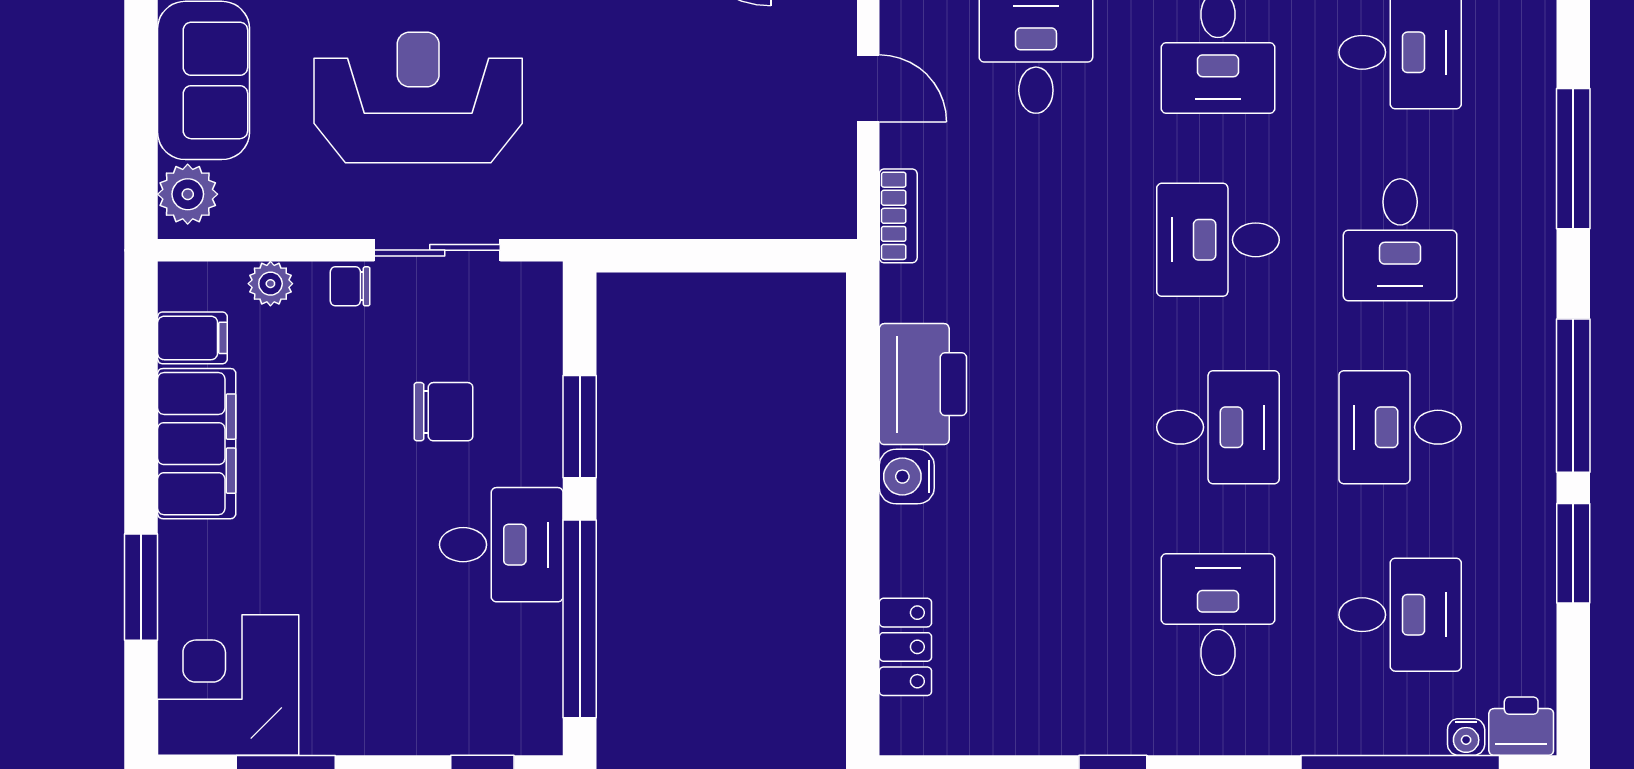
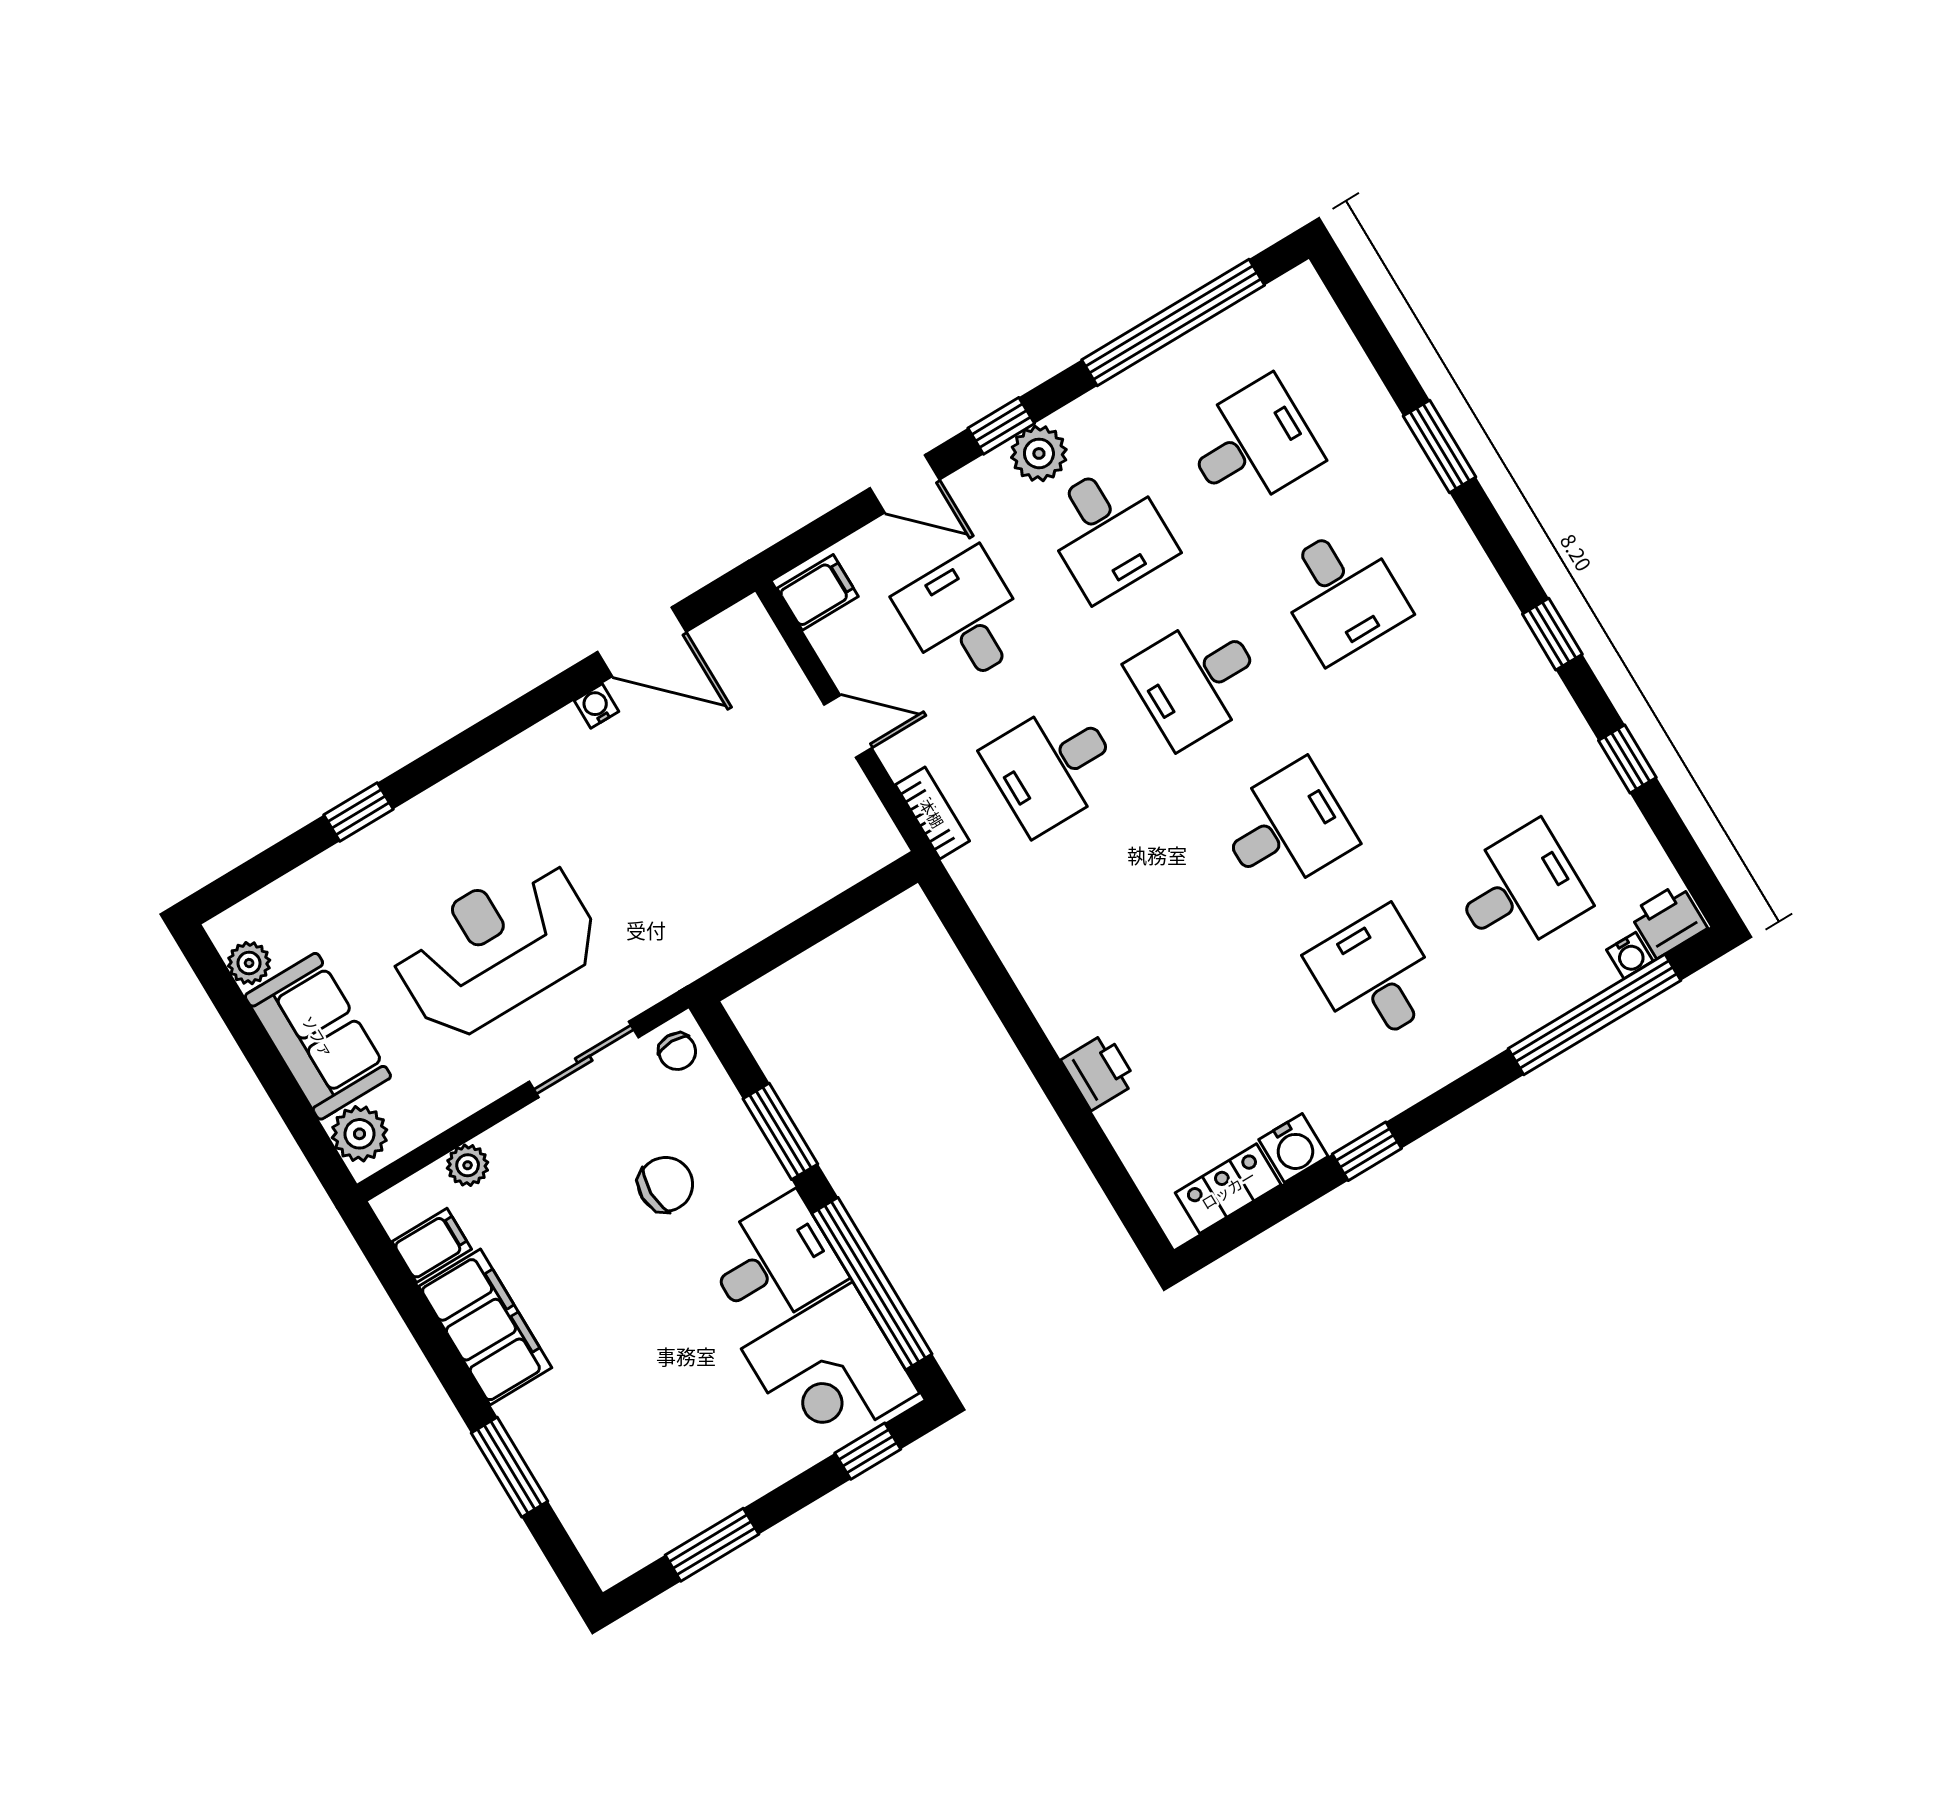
window: (1573, 159) -> (1440, 447), width x0.69
chair: (350, 286) -> (677, 1051), moved, turned -90
printer: (923, 384) -> (1099, 1071), moved, width x0.53, depth x0.68
window: (1573, 396) -> (1552, 634), width x0.46
desk: (1400, 427) -> (1053, 766), moved
water cooler: (907, 477) -> (1293, 1148), moved, turned -90
window: (1573, 553) -> (1627, 759), width x0.67
locker: (905, 647) -> (1228, 1189), moved, turned -90
corner desk: (228, 685) -> (830, 1371), moved, turned -90

